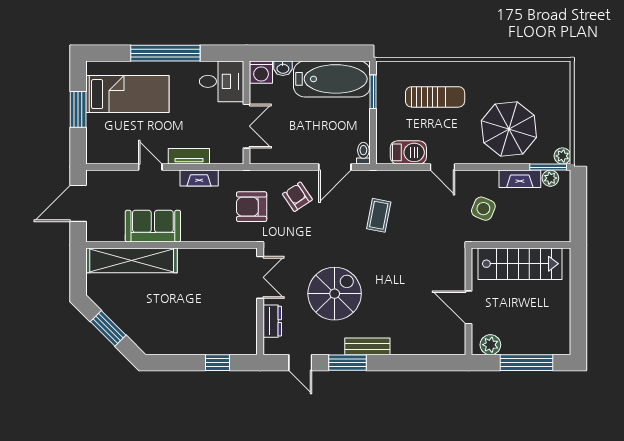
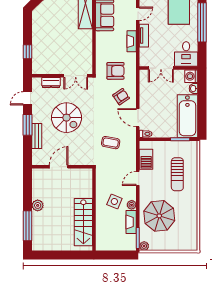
plant: (550, 178) -> (132, 205), moved
armchair: (252, 207) -> (115, 71), turned 90
wall: (468, 301) -> (62, 167), moved
door: (468, 307) -> (59, 167), moved

